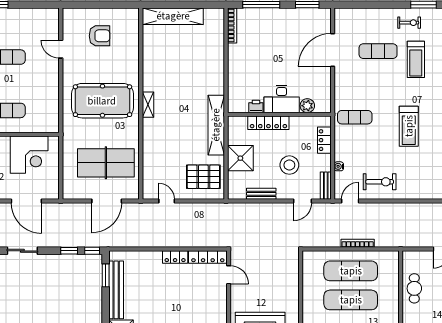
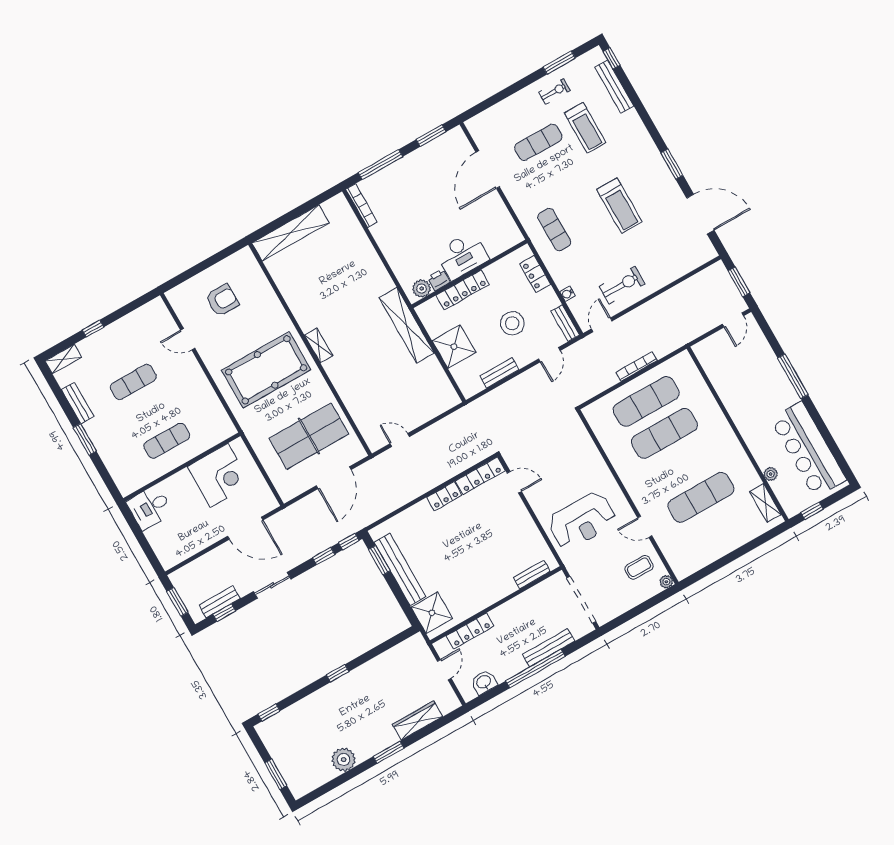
plant: (307, 106) -> (422, 288), moved
exercise mat: (355, 117) -> (554, 230), turned 90
pallet: (203, 177) -> (425, 390), removed
cafe table: (414, 288) -> (727, 381), removed

